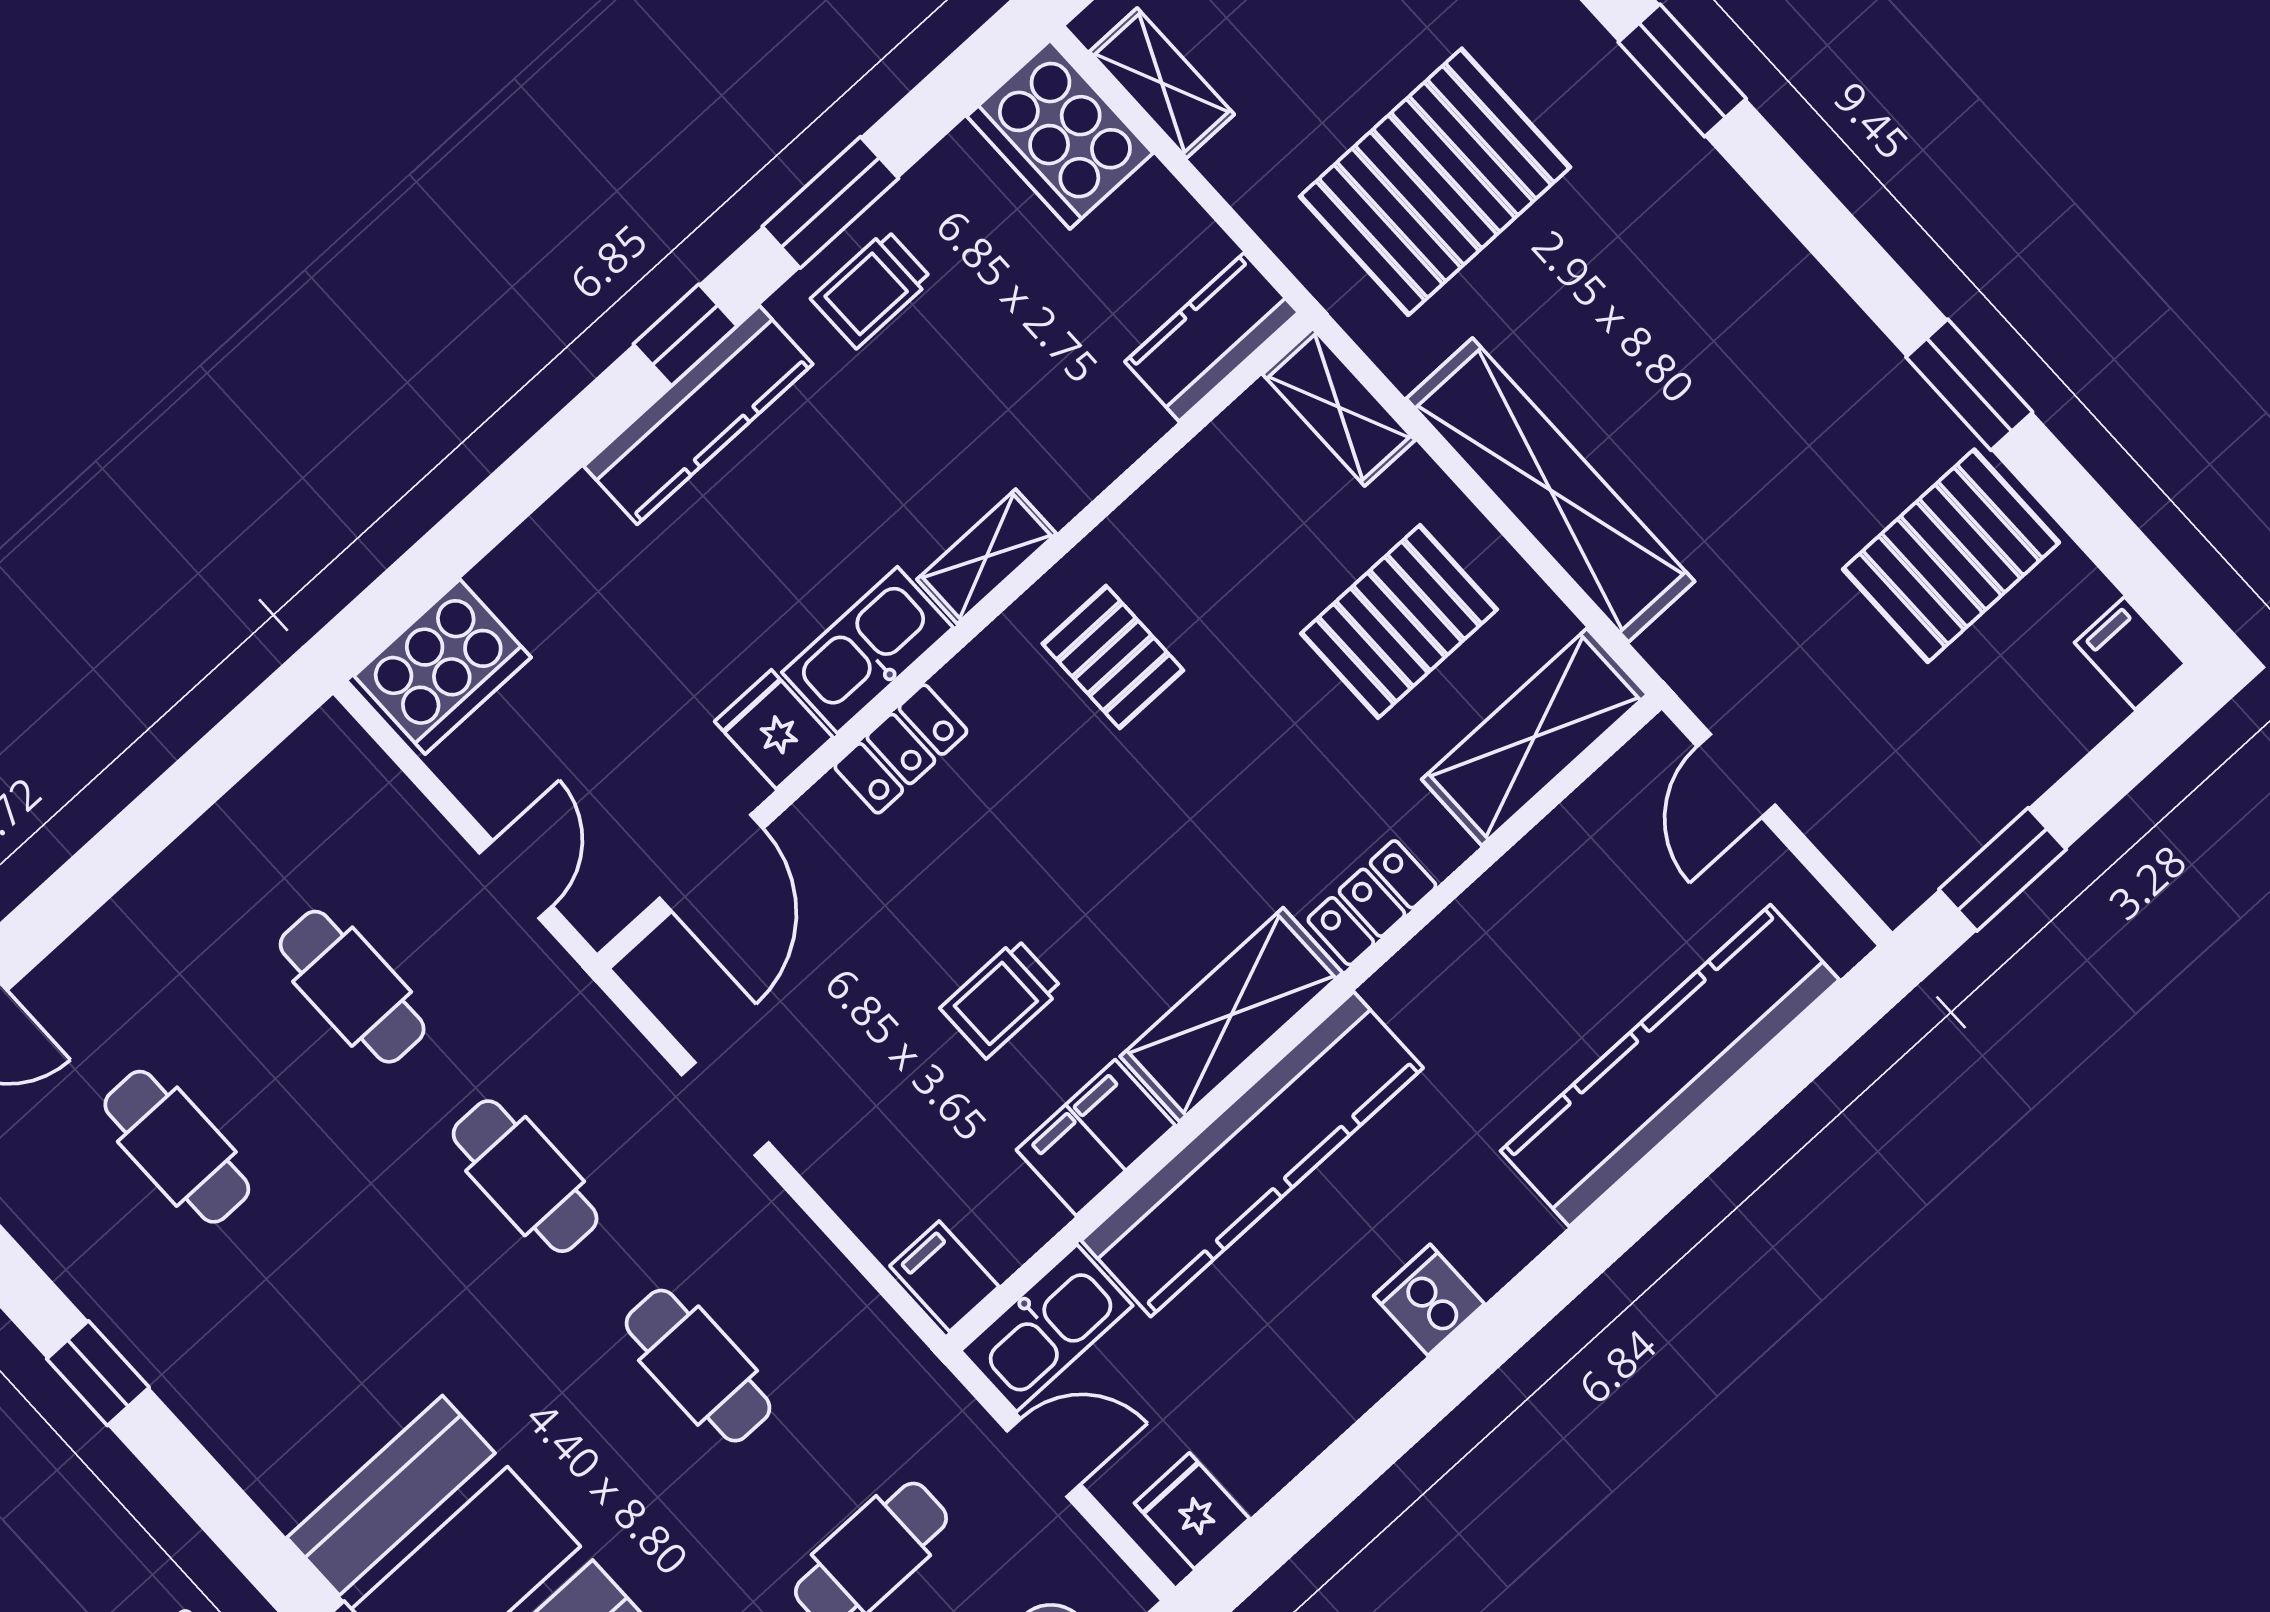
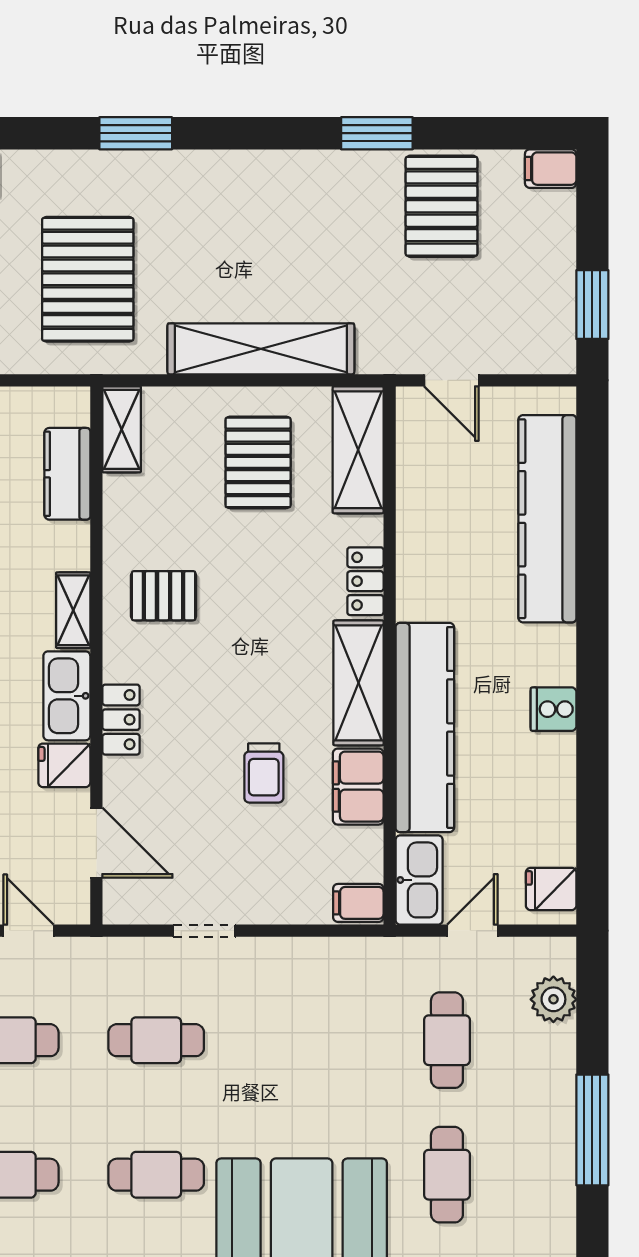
kitchen counter: (1212, 337) -> (67, 474), moved
shelving: (1339, 407) -> (122, 429), moved, turned 90
cafe table: (698, 1366) -> (156, 1175), moved

